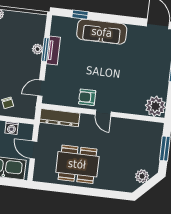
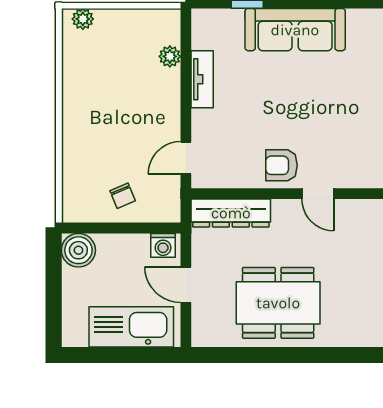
plant: (37, 49) -> (170, 56), moved
window: (45, 50) -> (186, 79), removed
washing machine: (12, 128) -> (163, 245), moved

